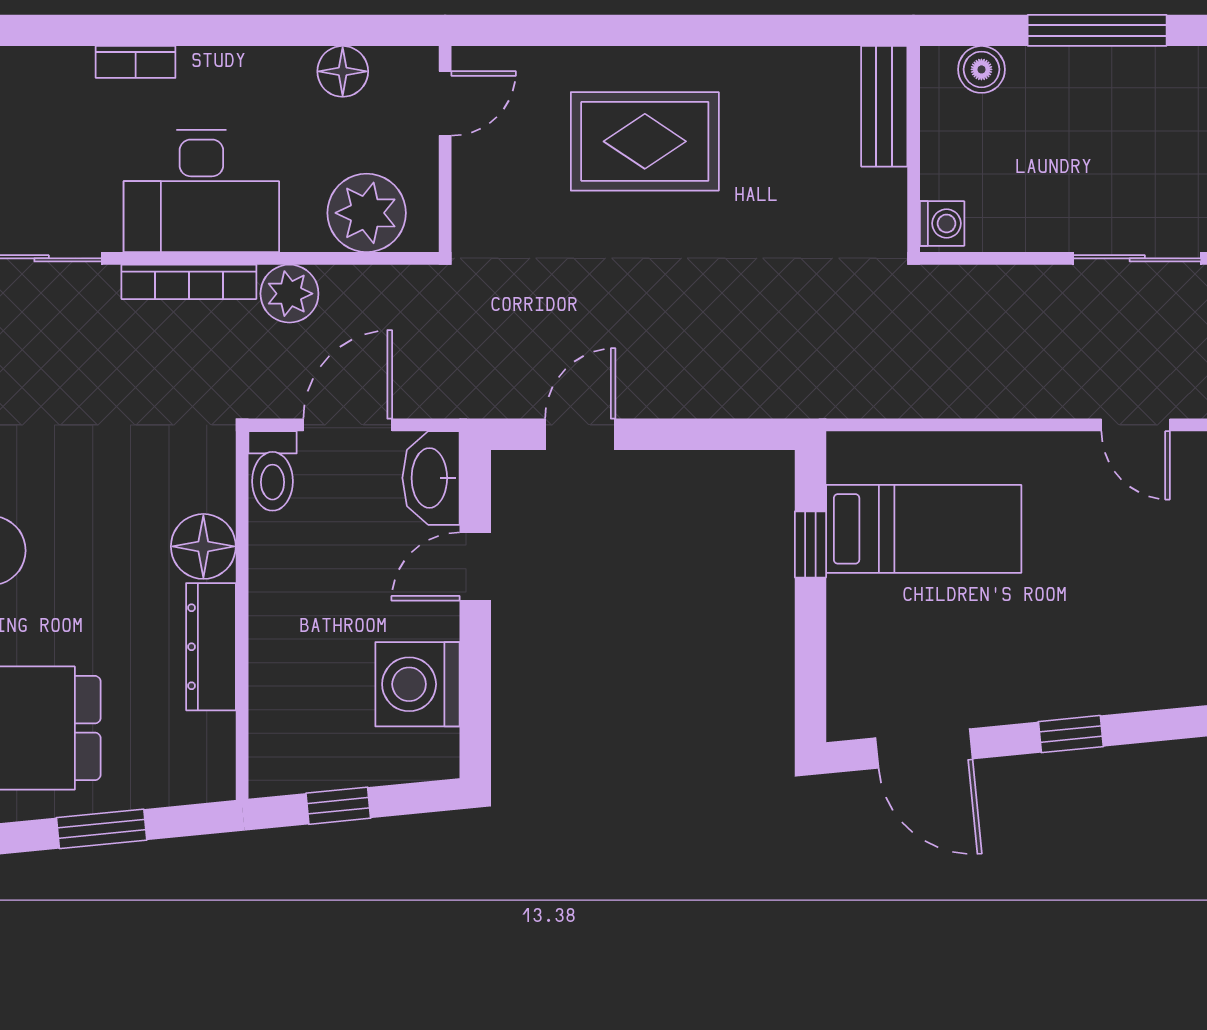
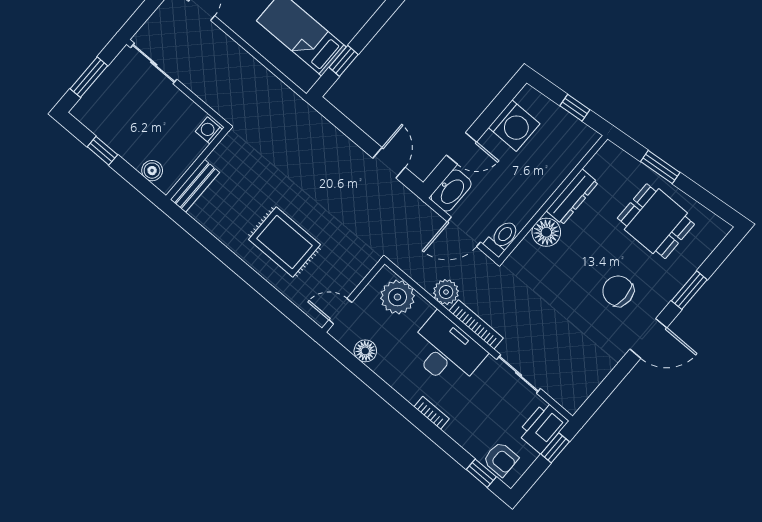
window: (1097, 30) -> (102, 151), width x0.46
door: (580, 434) -> (389, 163), swing flipped

